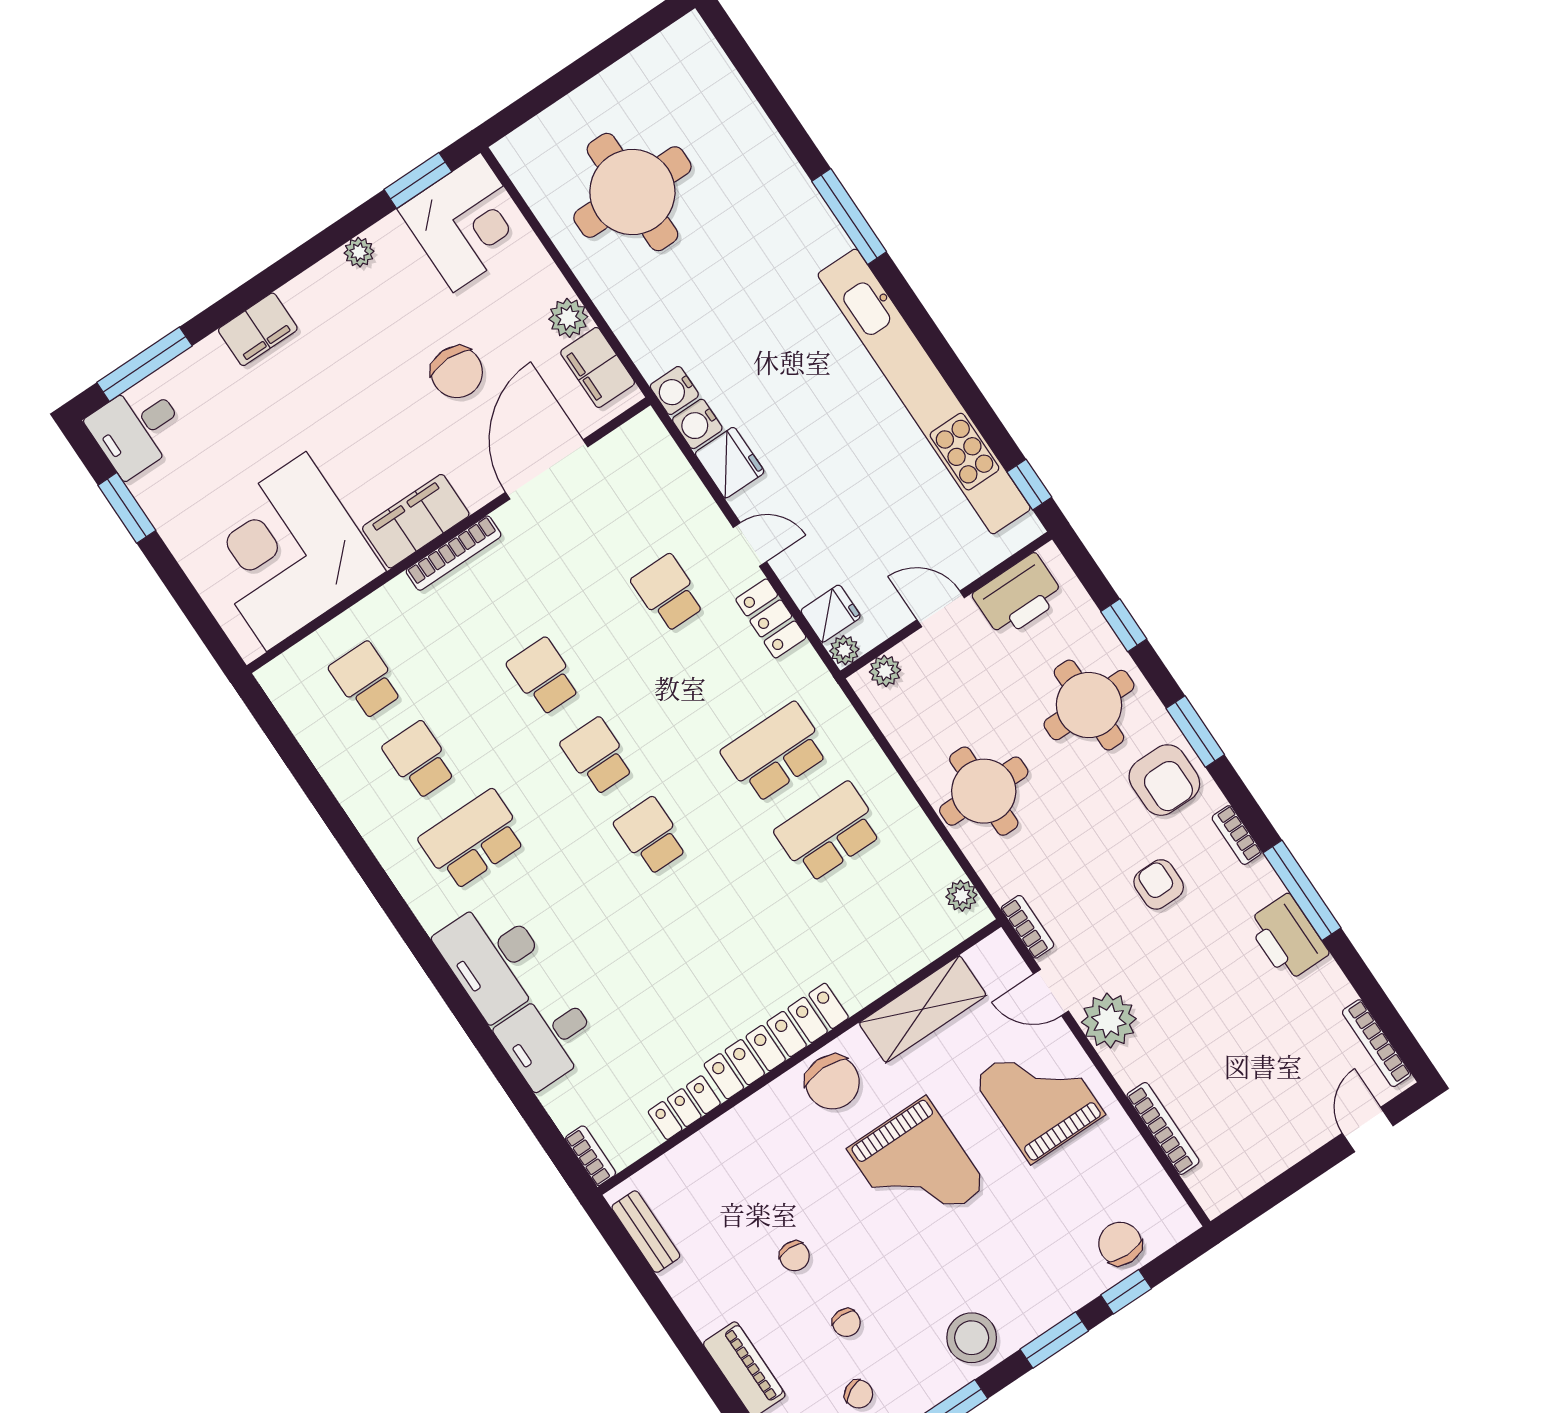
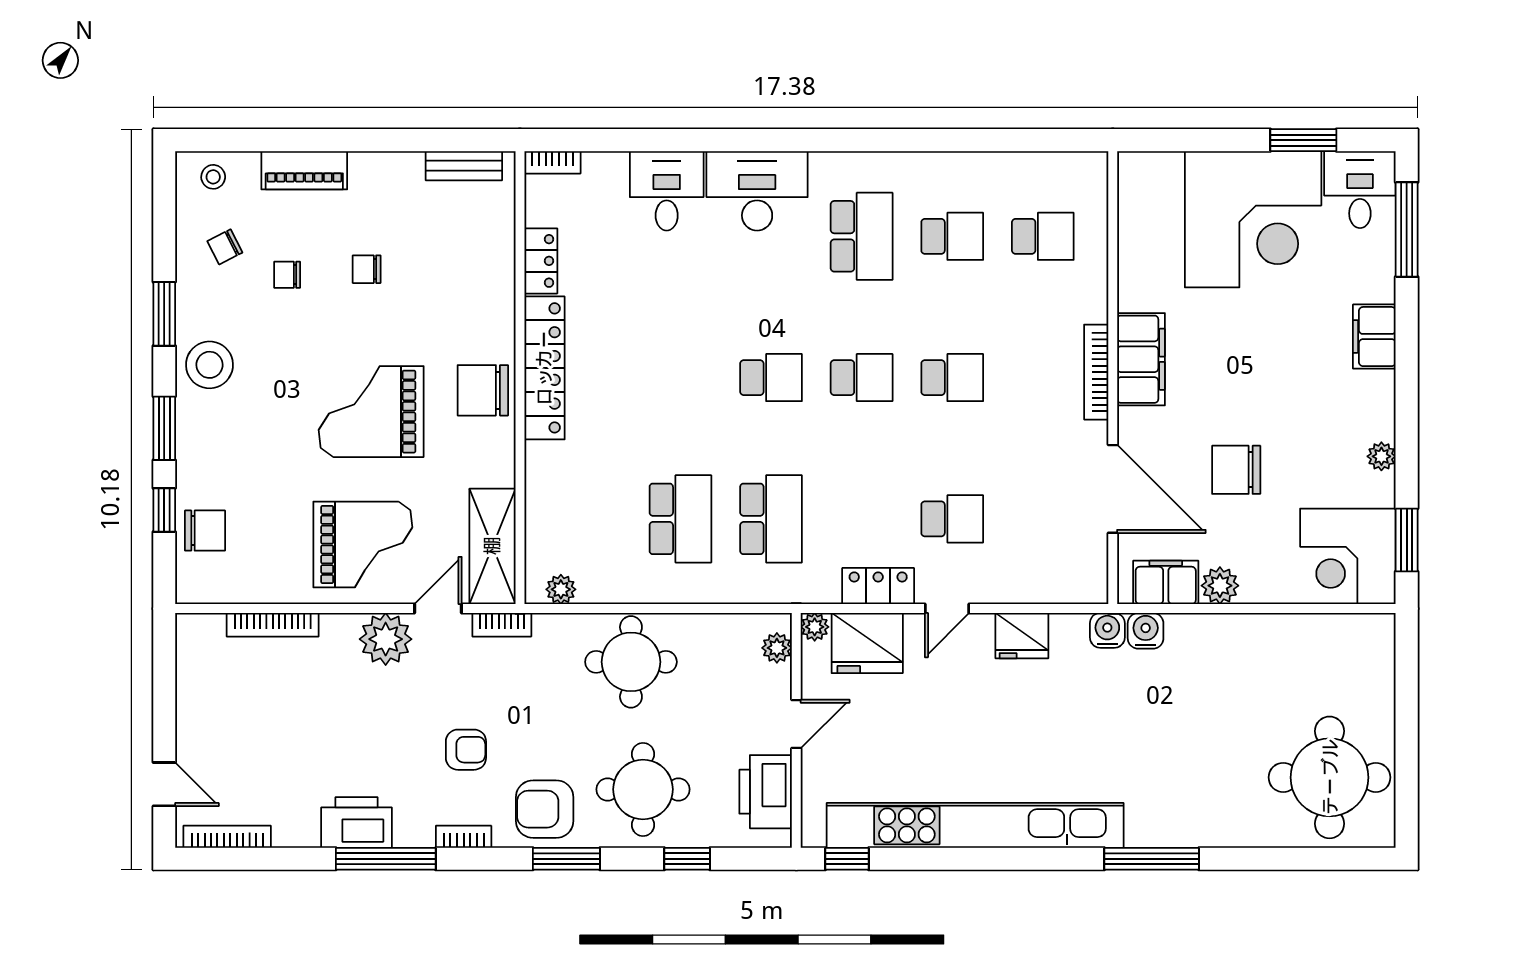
round table: (632, 192) -> (1330, 777), moved
water cooler: (697, 424) -> (1146, 631), moved
corner desk: (286, 552) -> (1253, 219), moved, turned 90
fridge: (831, 614) -> (867, 643), width x1.88, depth x1.34
shelving: (923, 1009) -> (492, 546), moved

